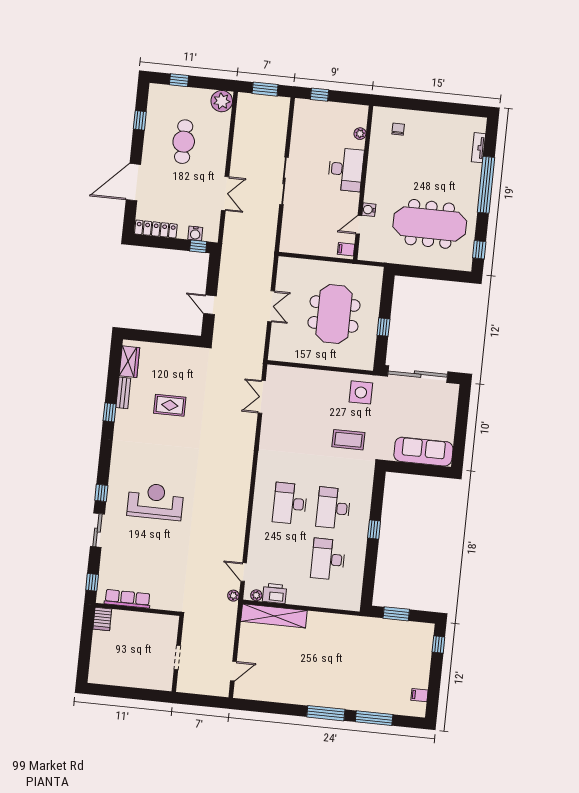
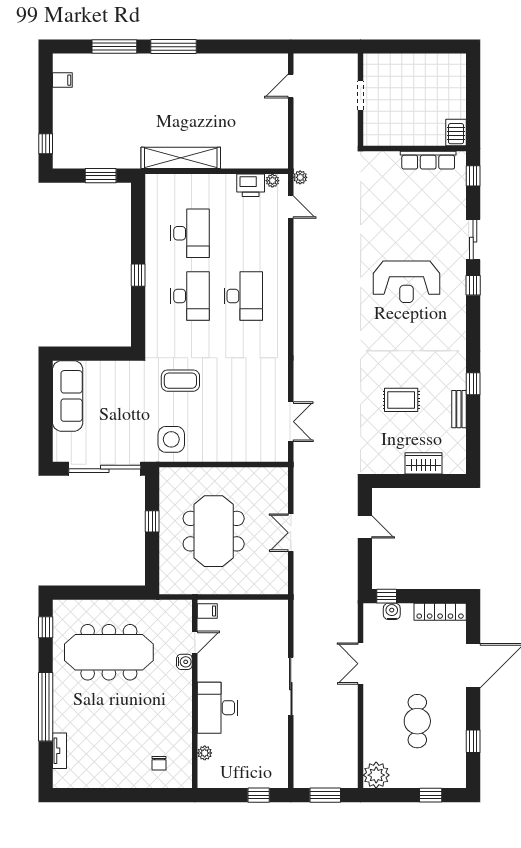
wardrobe: (129, 362) -> (424, 463), moved, turned 90
sofa: (423, 452) -> (68, 396), moved, turned -90
shelving: (274, 616) -> (181, 158), moved

